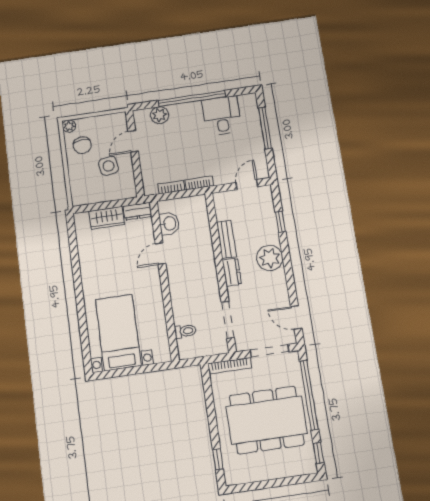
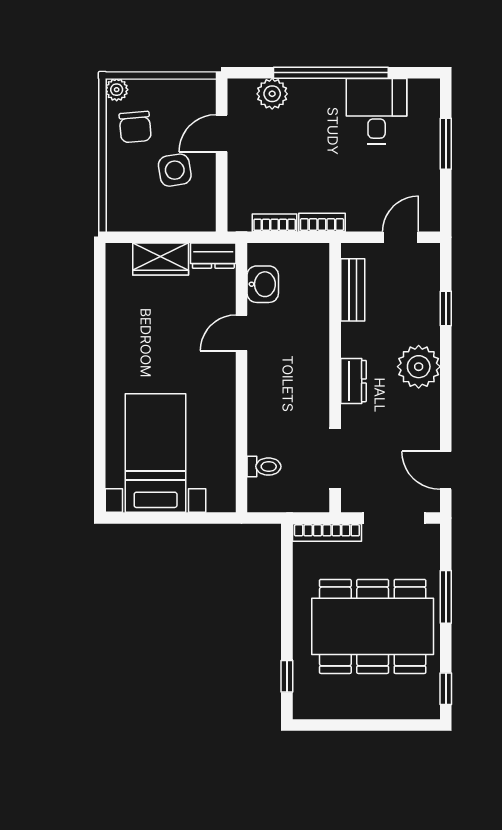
window: (265, 128) -> (446, 144), width x0.69
bench: (226, 239) -> (353, 290), moved
window: (309, 395) -> (446, 597), width x0.47

